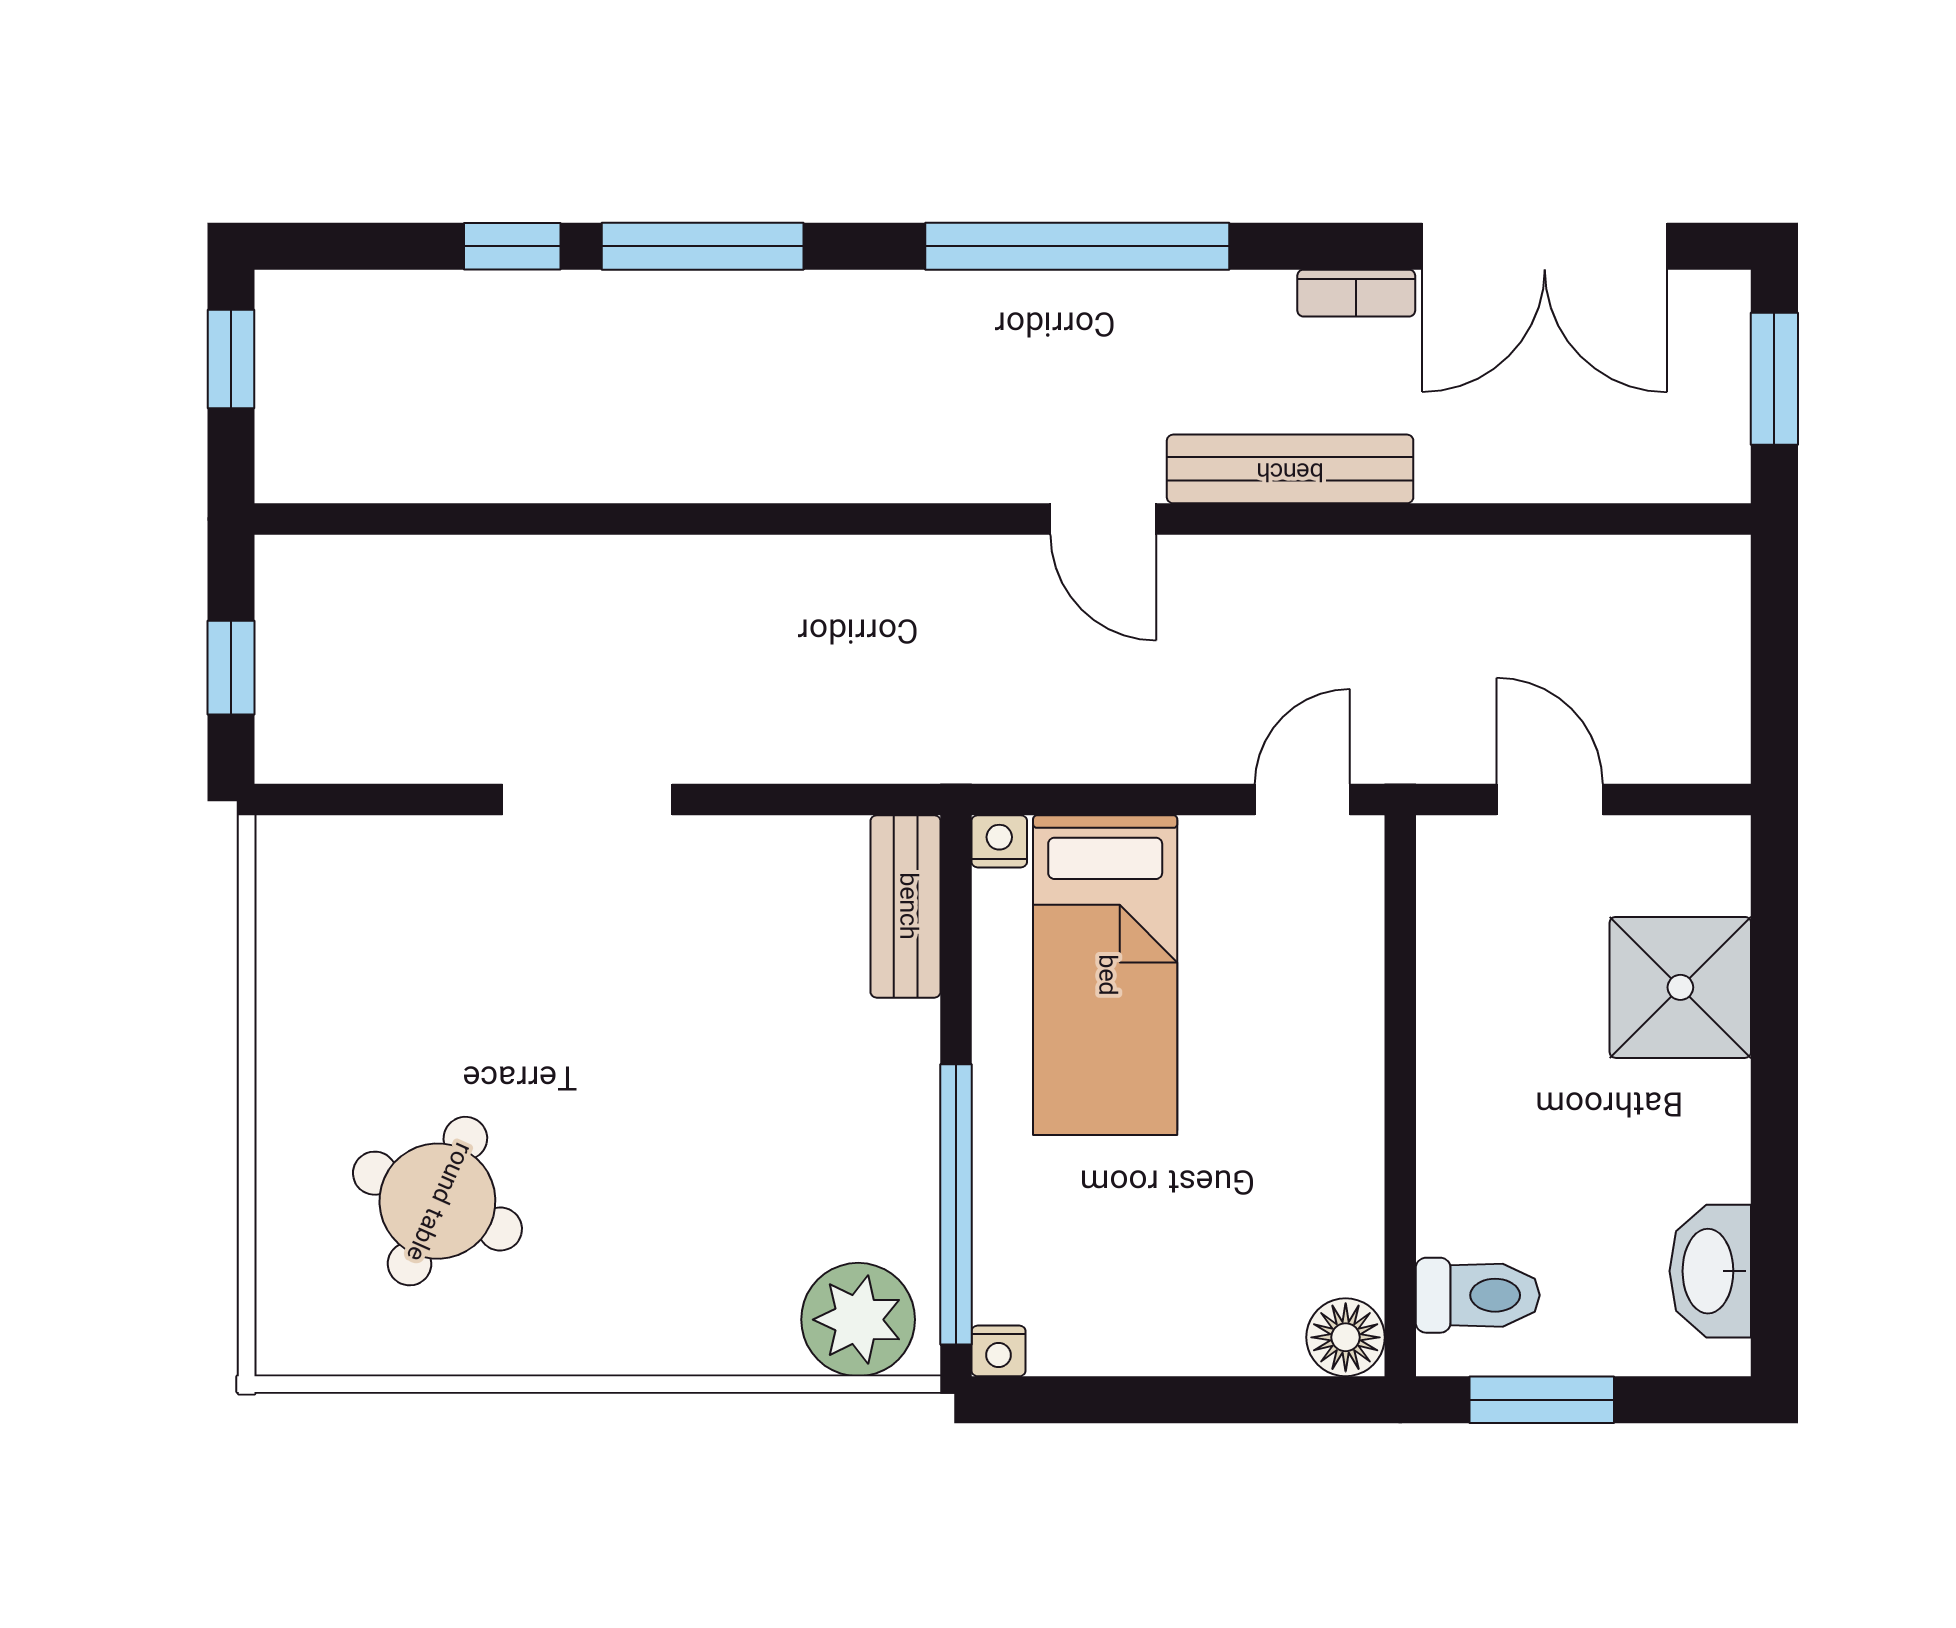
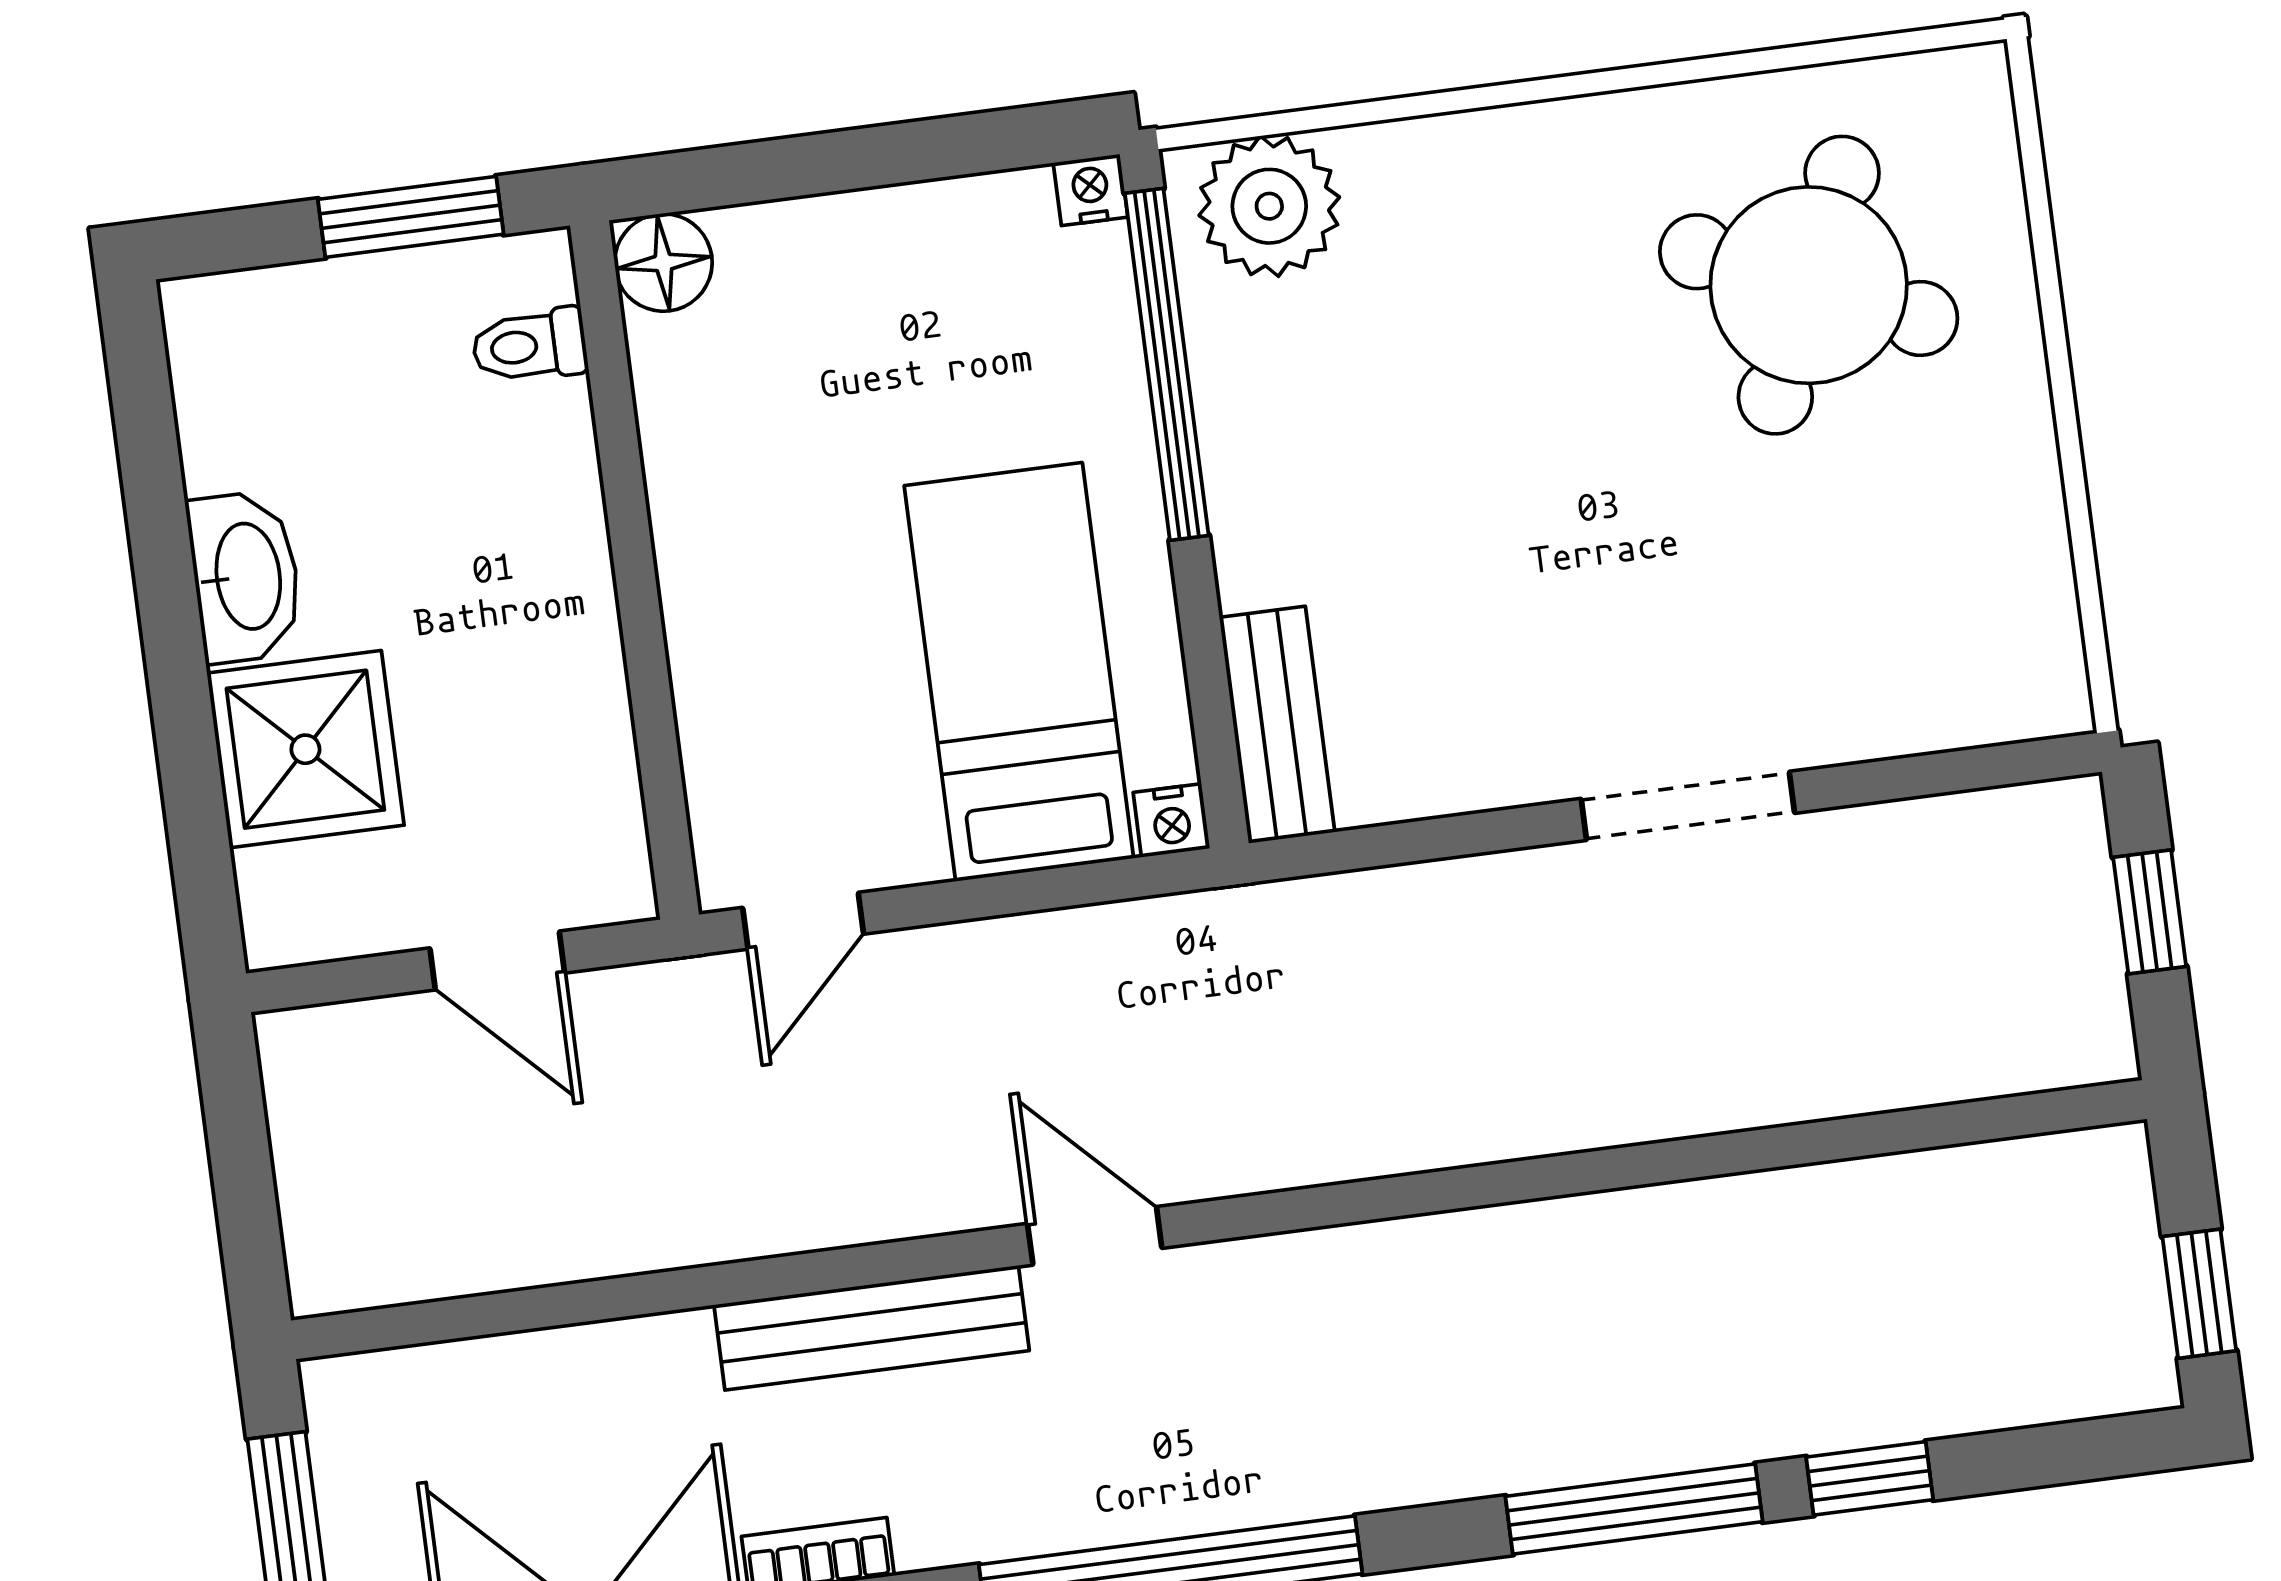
round table: (437, 1201) -> (1809, 285), width x1.36, depth x1.36
washbasin: (1710, 1271) -> (245, 577), moved
toilet: (1478, 1295) -> (530, 346), width x0.73, depth x0.72

